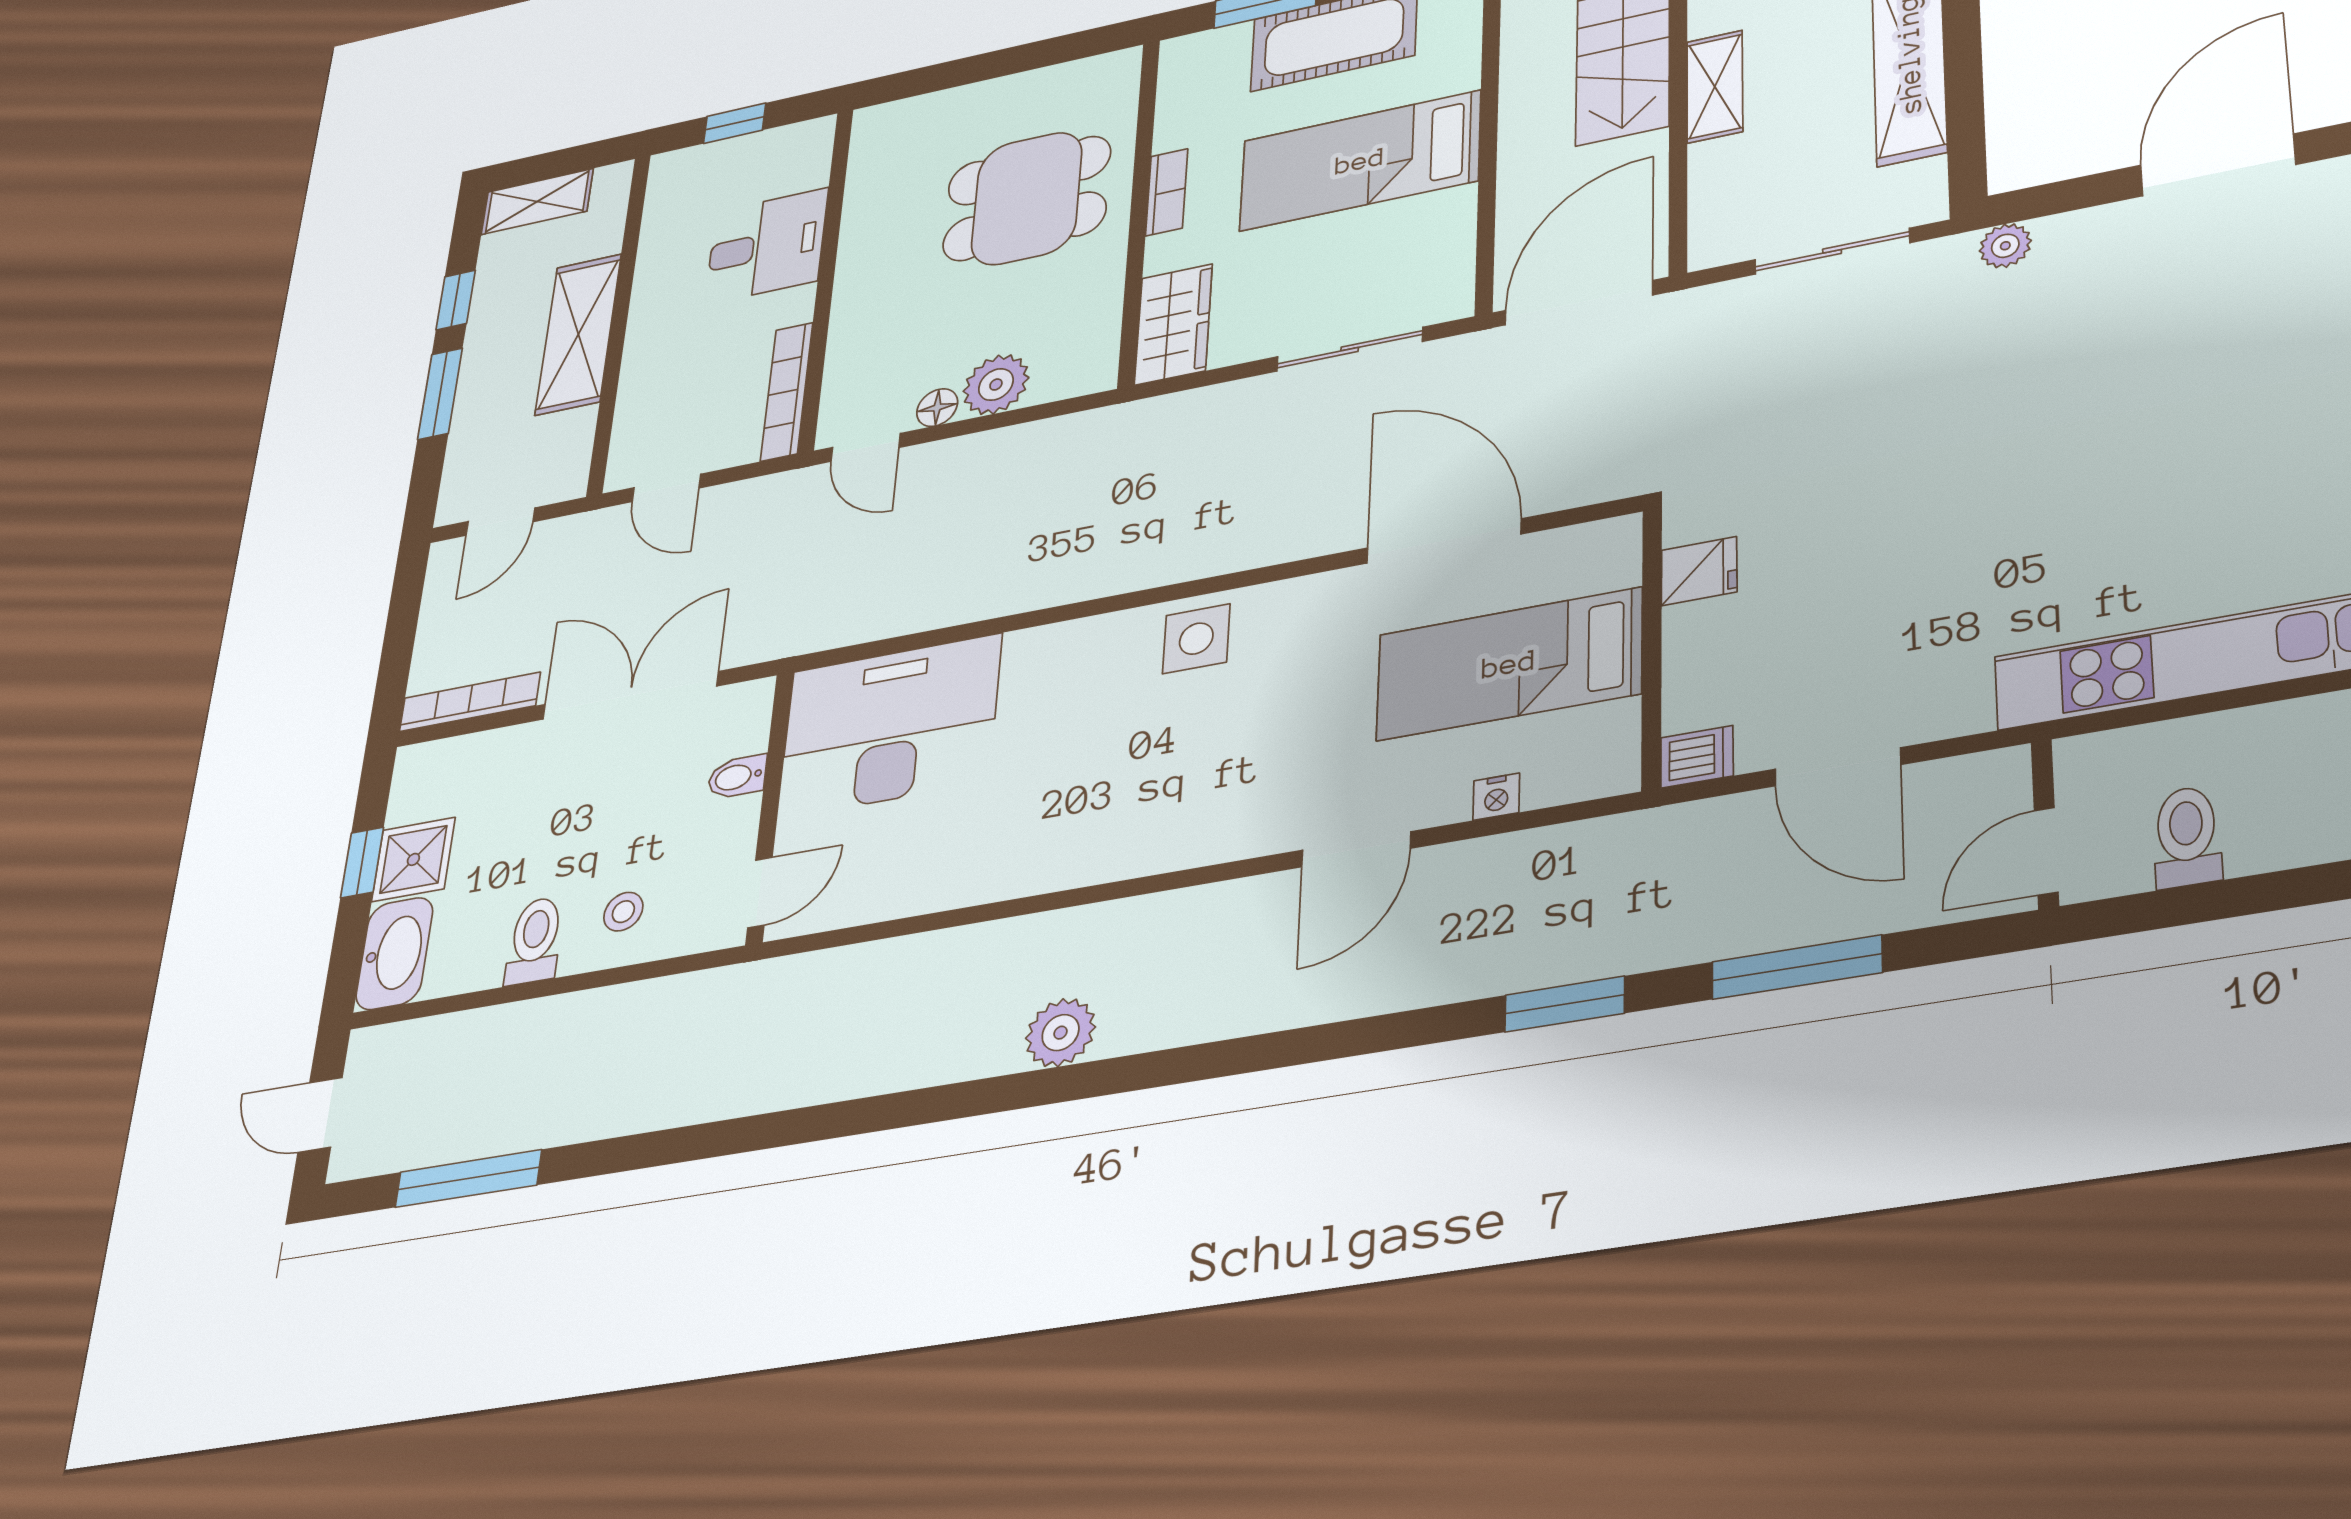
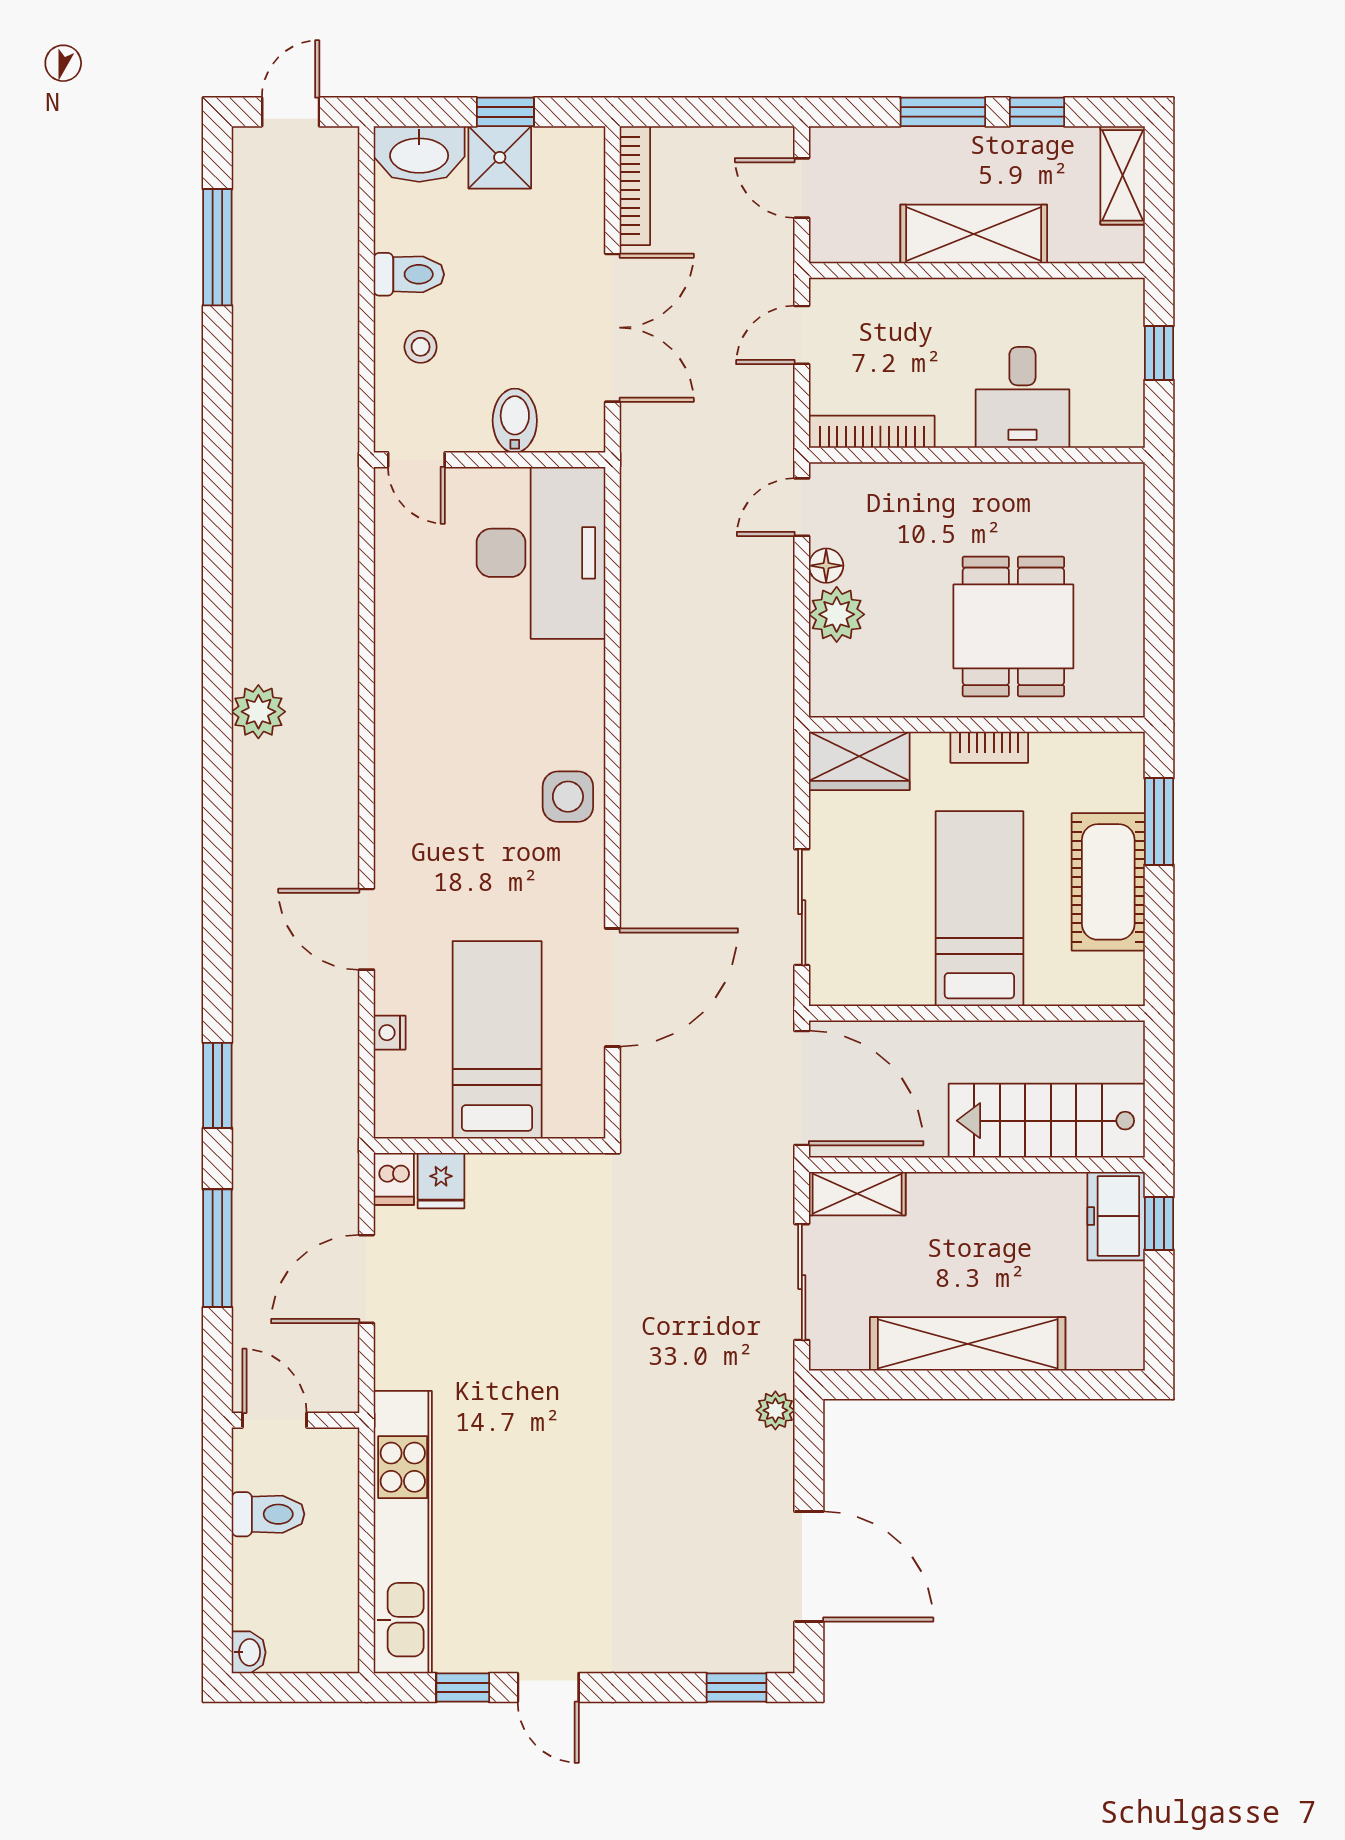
shelving: (1715, 87) -> (857, 1194), moved
fridge: (1699, 571) -> (441, 1181), moved
bidet: (737, 777) -> (515, 421), width x1.38, depth x1.36

